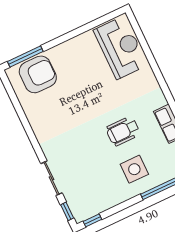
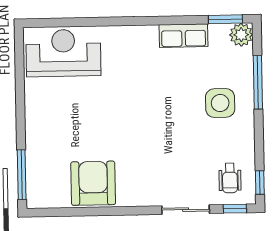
armchair: (38, 74) -> (93, 183), moved
wheelchair: (123, 131) -> (230, 178), moved, width x0.73, depth x0.73

